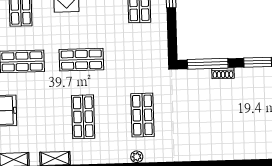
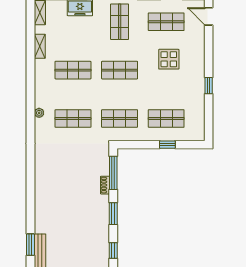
shop shelf: (141, 58) -> (120, 118), added
shop shelf: (81, 60) -> (120, 70), turned 90

